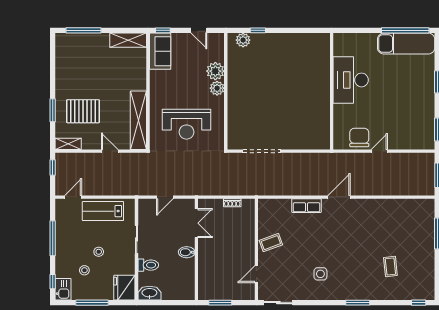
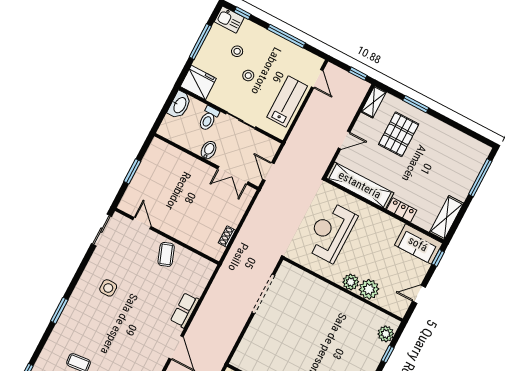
locker: (140, 78) -> (402, 210), added
double door: (196, 223) -> (233, 175), moved
wall: (196, 249) -> (206, 161), moved
bidet: (187, 252) -> (209, 150), moved

